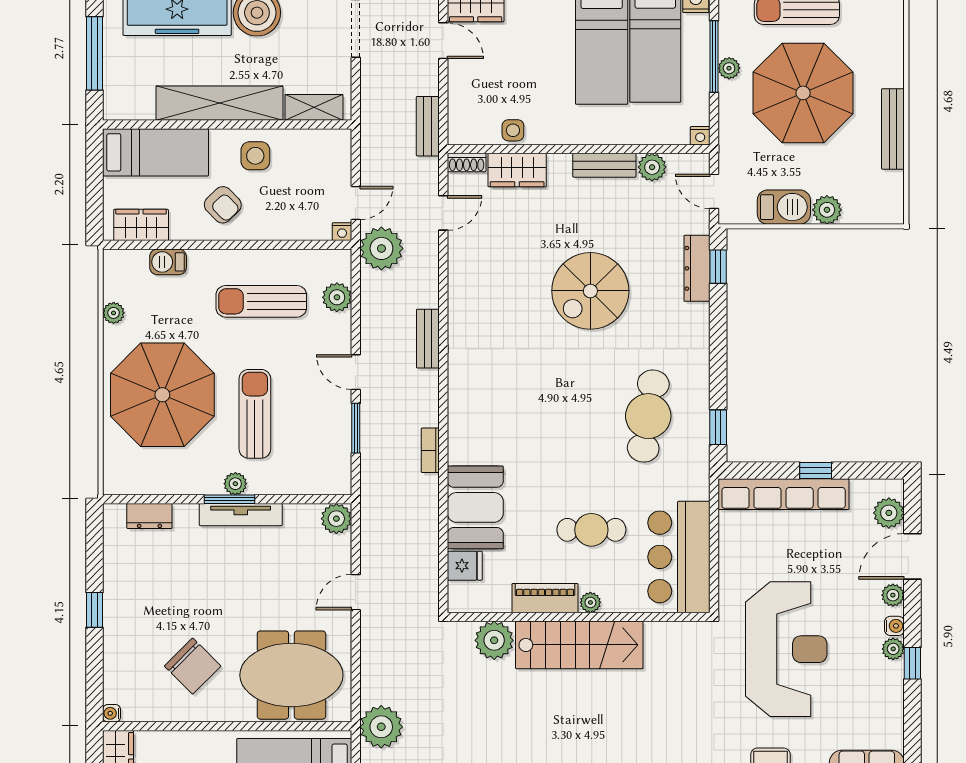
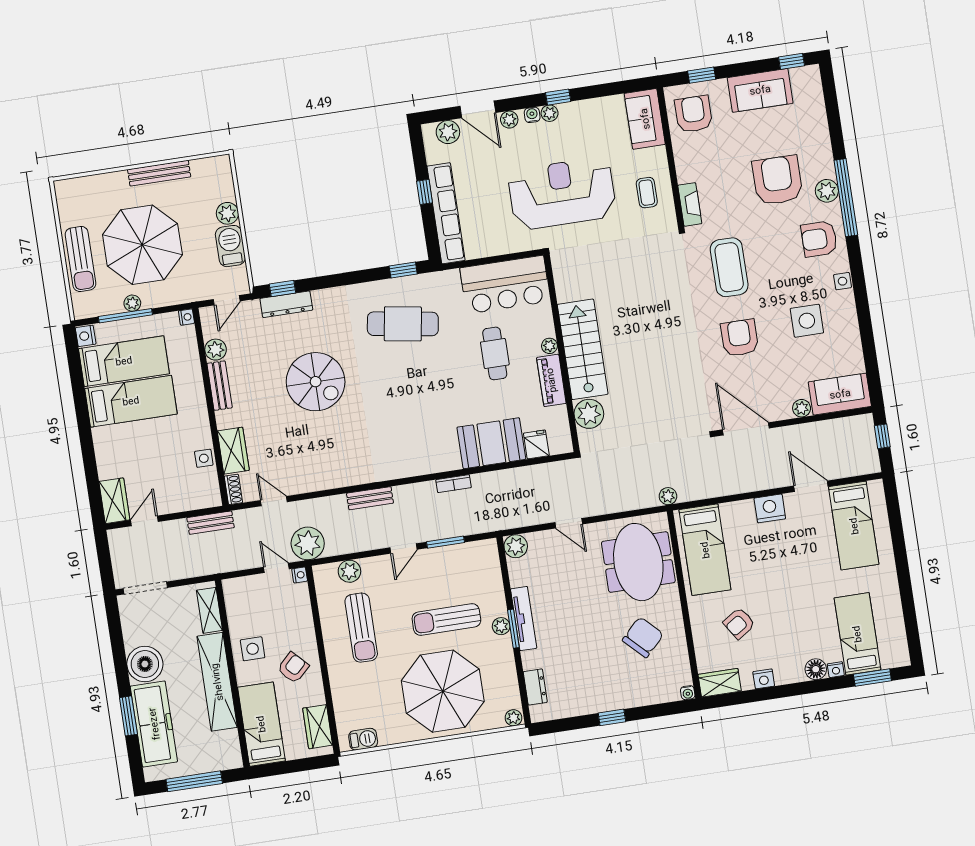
barbecue: (168, 262) -> (363, 739), moved, turned -90
plant: (114, 313) -> (513, 718), moved
plant: (381, 727) -> (668, 496), width x0.53, depth x0.53

